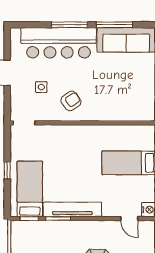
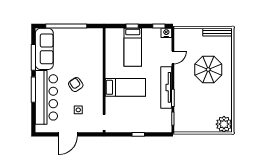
armchair: (71, 101) -> (76, 85), moved
bed: (30, 189) -> (125, 87), moved, turned 180
door: (129, 219) -> (173, 58), moved

